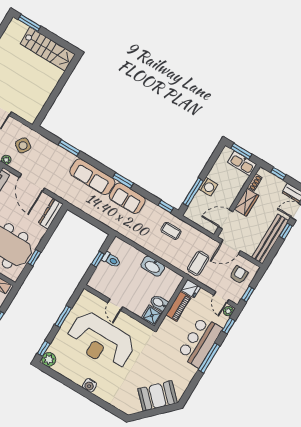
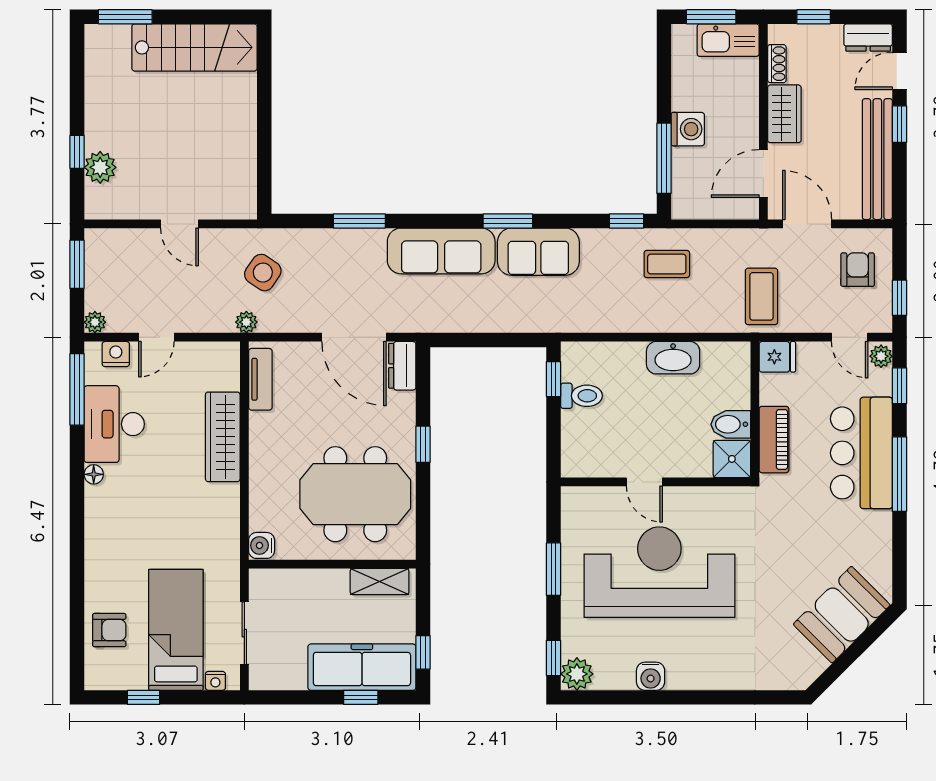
door: (32, 183) -> (354, 337), moved
dresser: (51, 214) -> (402, 366), width x0.70
door: (231, 247) -> (807, 224), swing flipped
window: (34, 258) -> (423, 444), moved
window: (98, 259) -> (553, 379), moved
piano: (178, 306) -> (774, 440), moved
reception desk: (101, 341) -> (659, 572), turned 180
water cooler: (90, 385) -> (651, 676), moved

